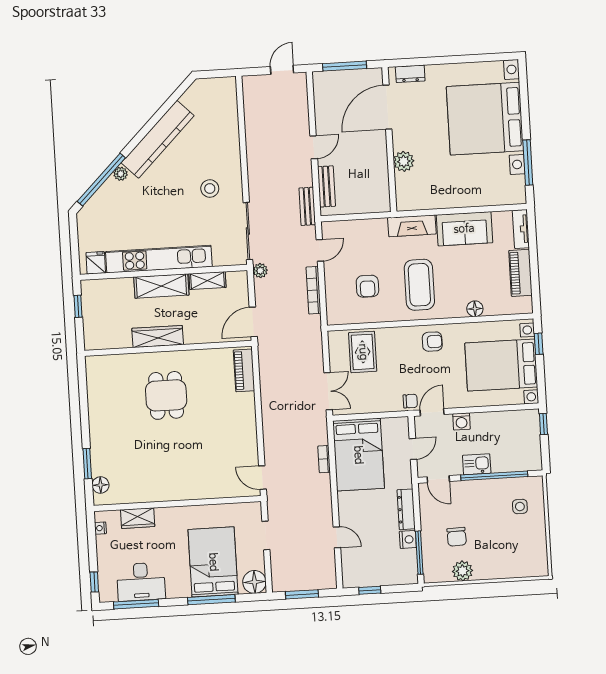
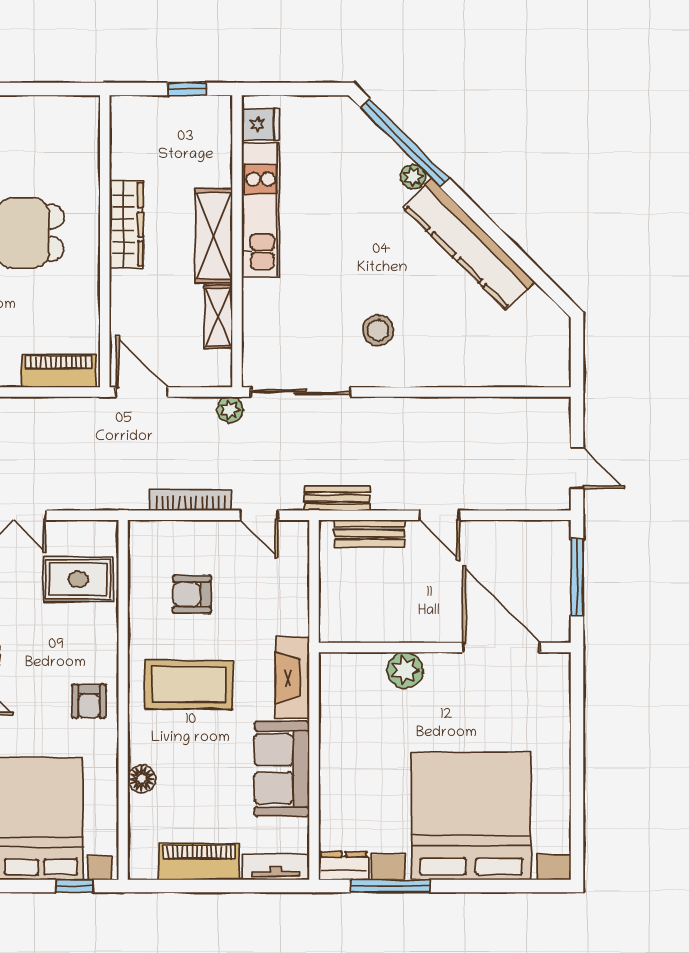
dresser: (410, 74) -> (344, 866), moved, turned 90
kitchen unit: (159, 259) -> (261, 210), width x0.73

